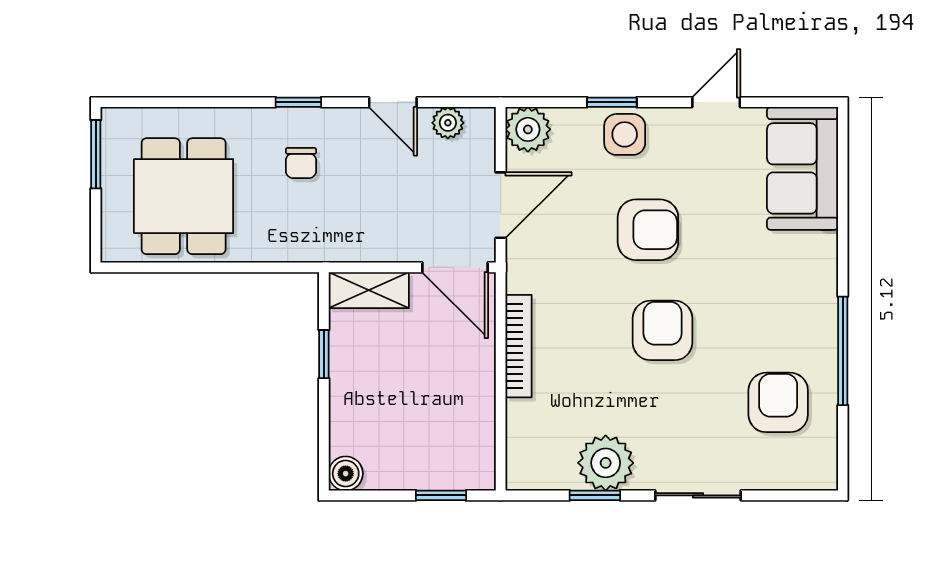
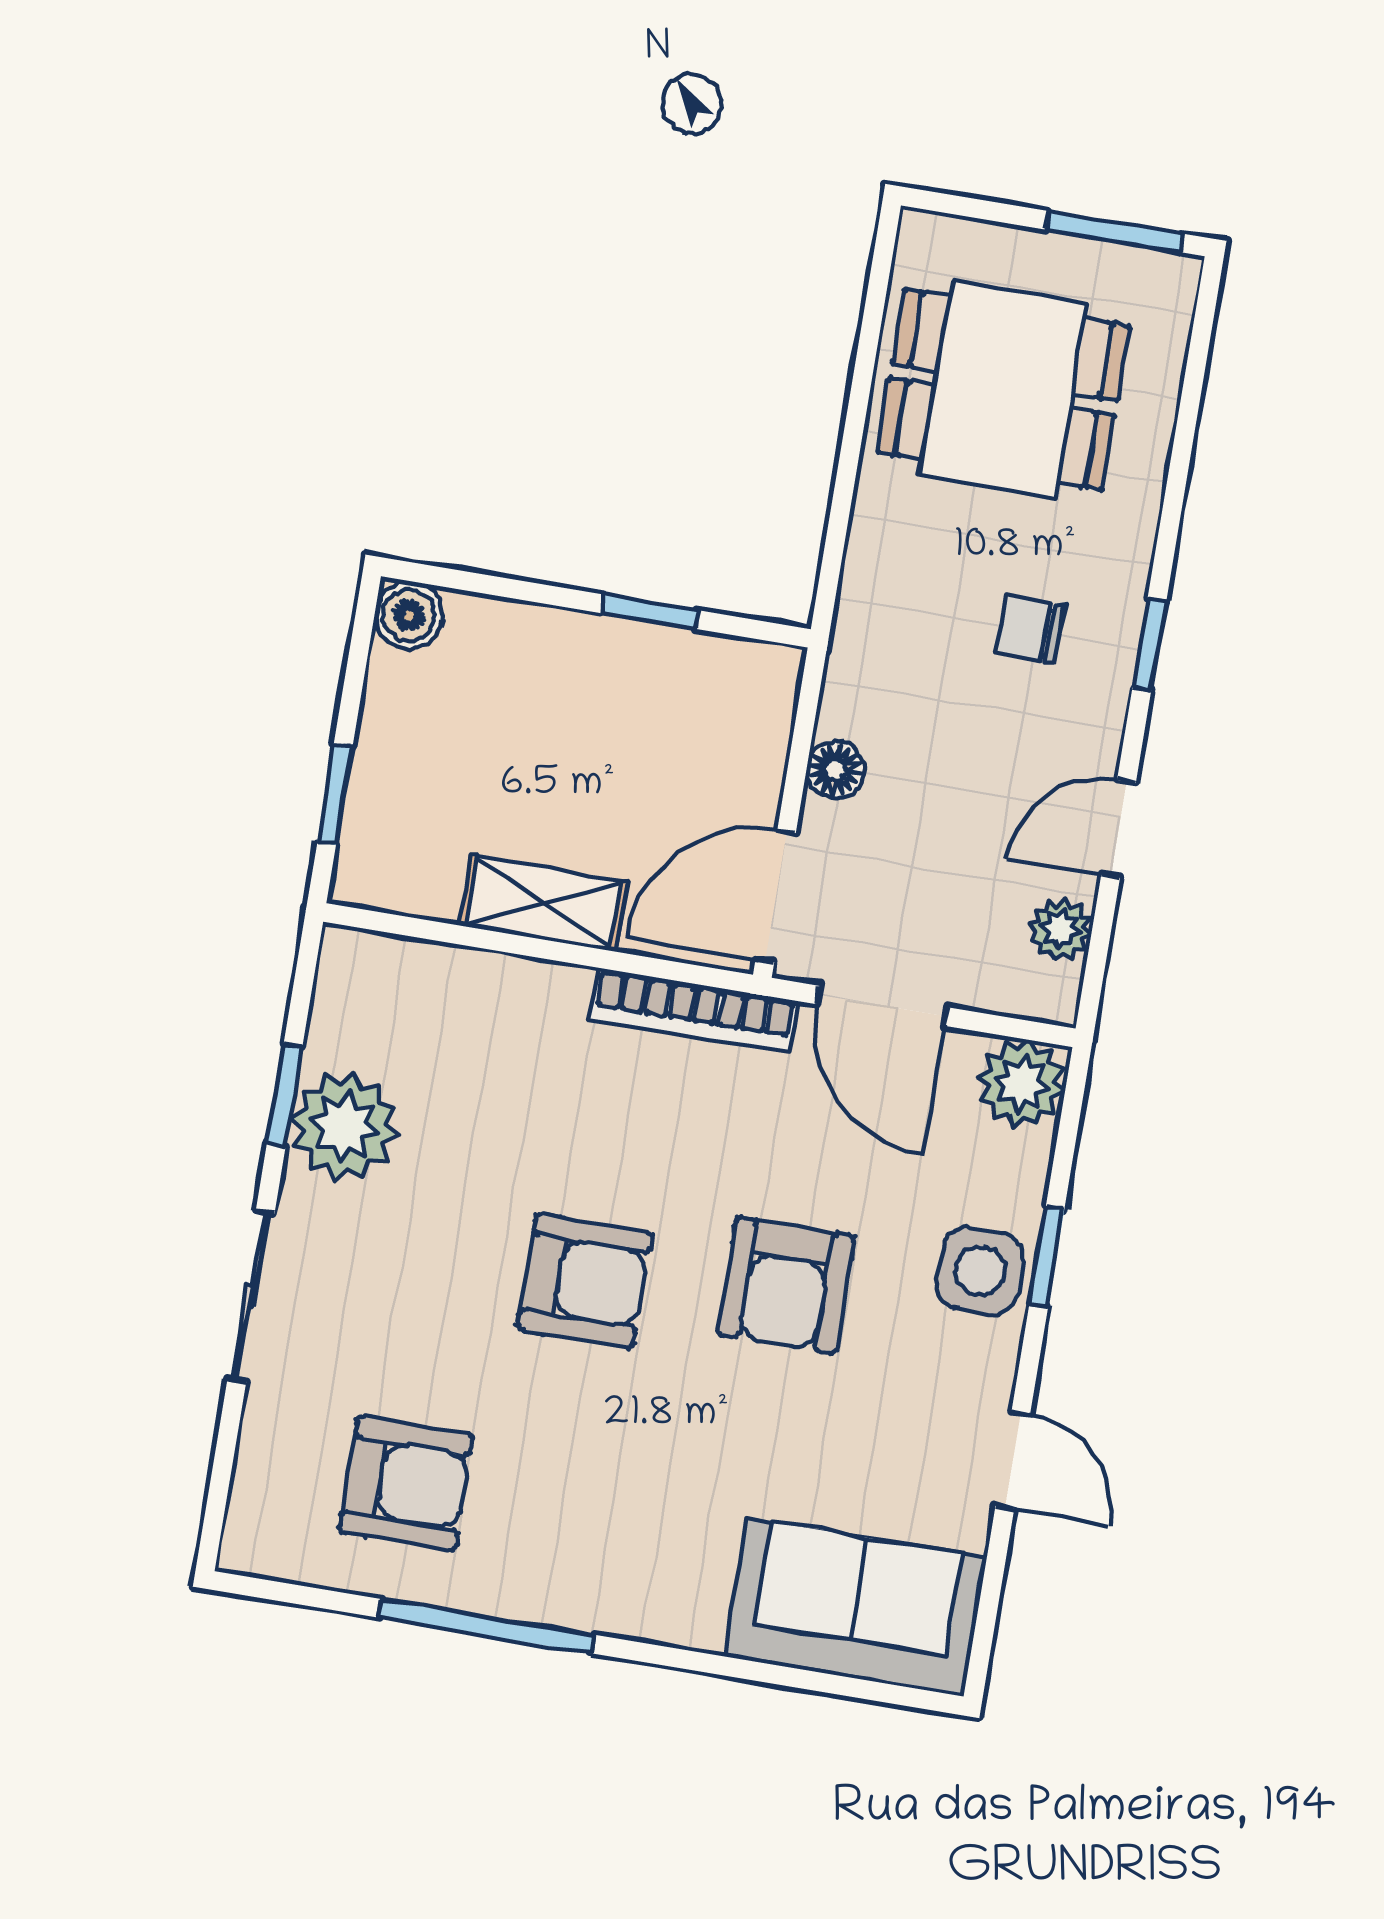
floor lamp: (387, 248) -> (836, 770), added
shelving: (369, 290) -> (544, 903), moved, turned 90
bookcase: (519, 346) -> (694, 1010), moved

